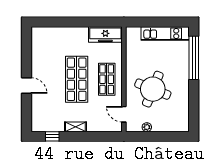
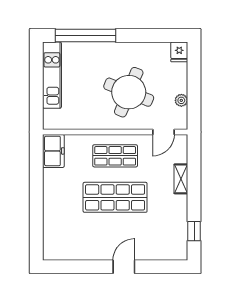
freezer: (105, 35) -> (53, 151), width x0.71
fridge: (182, 126) -> (179, 52), added
shelving: (75, 127) -> (181, 179), moved

